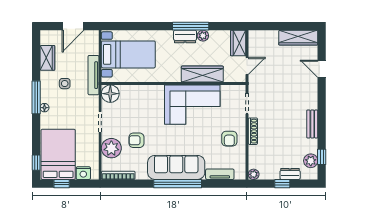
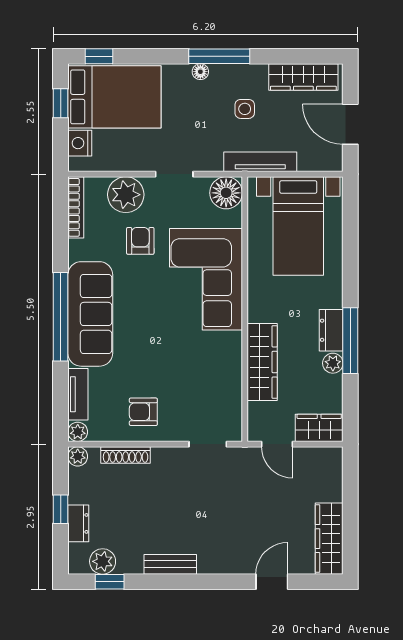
wardrobe: (47, 58) -> (303, 77), width x1.50
corner sofa: (192, 105) -> (206, 279), moved
shoe rack: (253, 131) -> (126, 455), moved
plant: (240, 174) -> (78, 432), added

